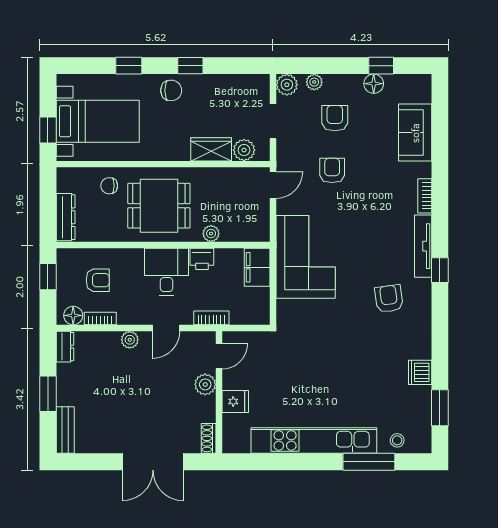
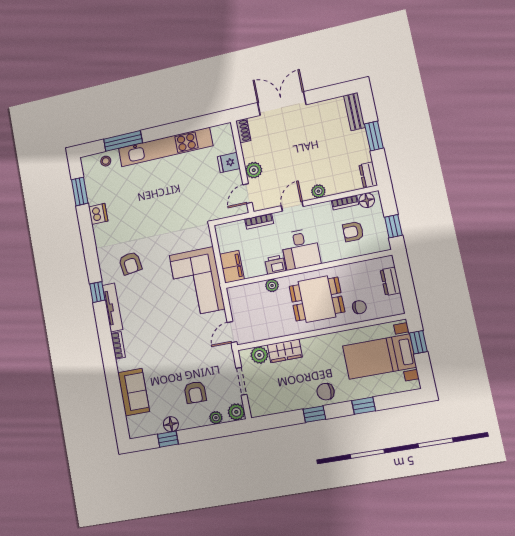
armchair: (332, 170) -> (190, 352), removed
dresser: (66, 217) -> (390, 281), width x0.70

